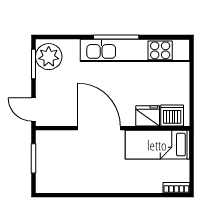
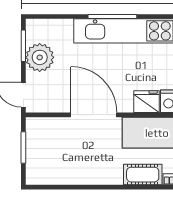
plant: (49, 57) -> (40, 57), moved
cot: (144, 183) -> (143, 175), added

